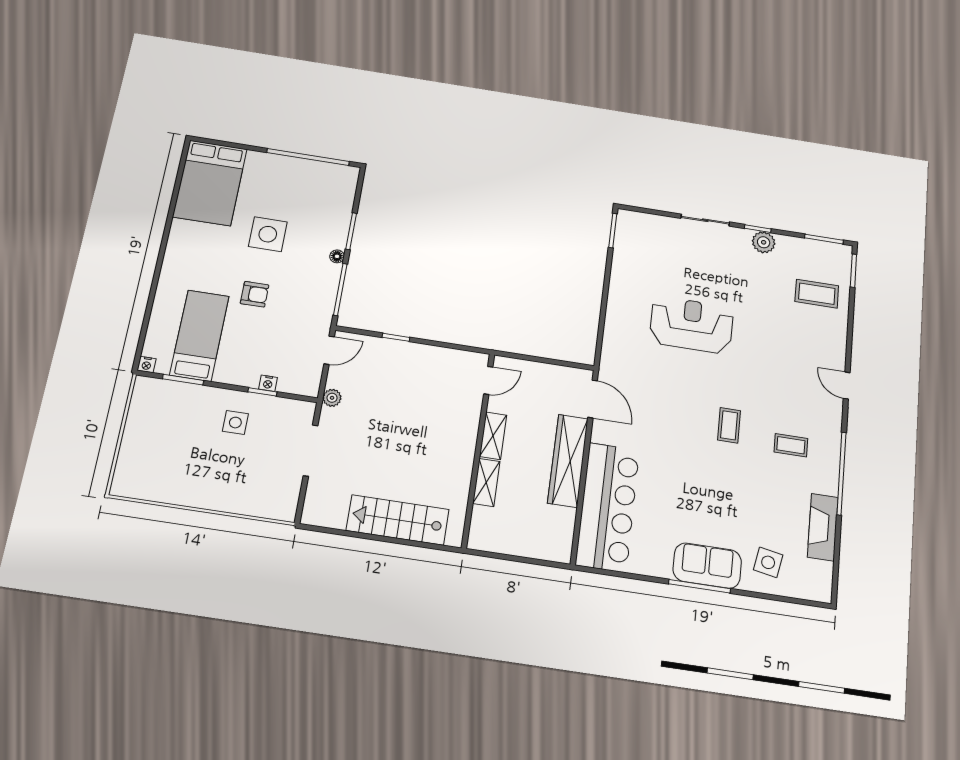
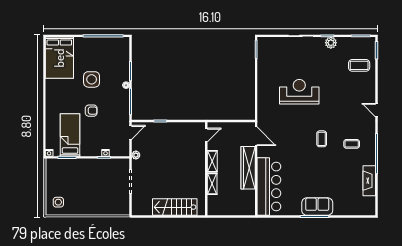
side table: (235, 423) -> (58, 202), moved
side table: (768, 562) -> (345, 201), removed

